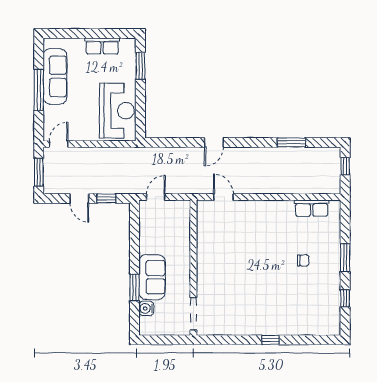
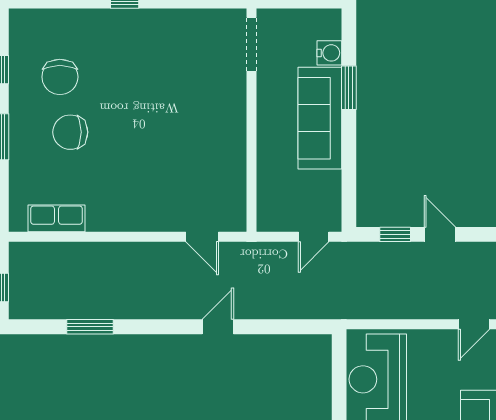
chair: (303, 260) -> (70, 132), width x1.87, depth x1.87
sofa: (152, 277) -> (320, 118), width x1.36
chair: (310, 294) -> (60, 77), added

